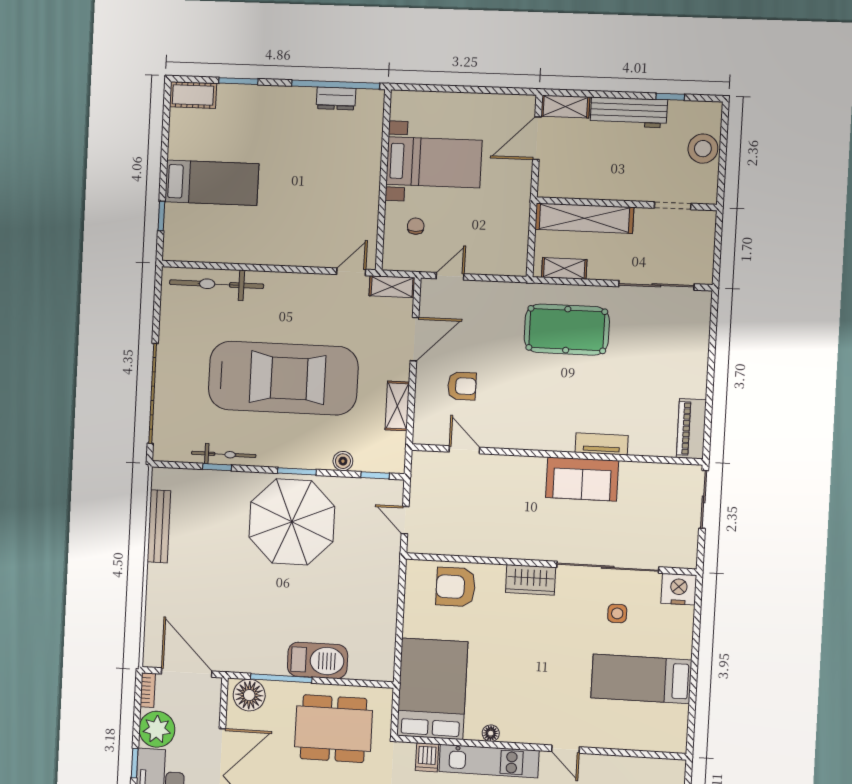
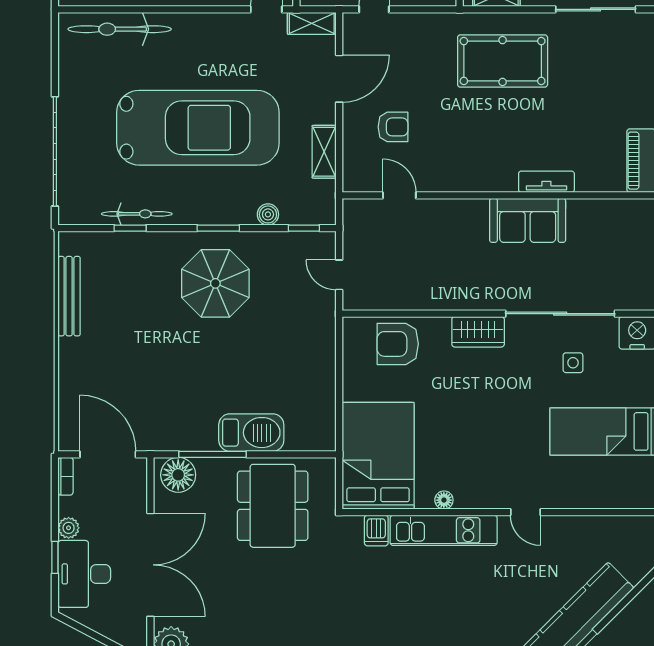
parasol: (292, 522) -> (215, 283), width x0.73, depth x0.73
plant: (157, 729) -> (69, 528), width x0.53, depth x0.53
dining table: (333, 729) -> (273, 506), turned 90

